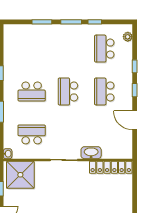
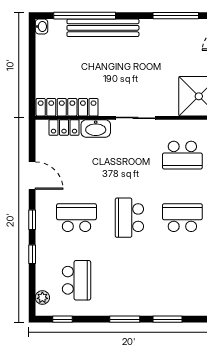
window: (95, 22) -> (62, 319), moved
school desk: (68, 91) -> (129, 218), turned 180
school desk: (104, 91) -> (76, 218), turned -90
locker: (113, 153) -> (64, 127), added

